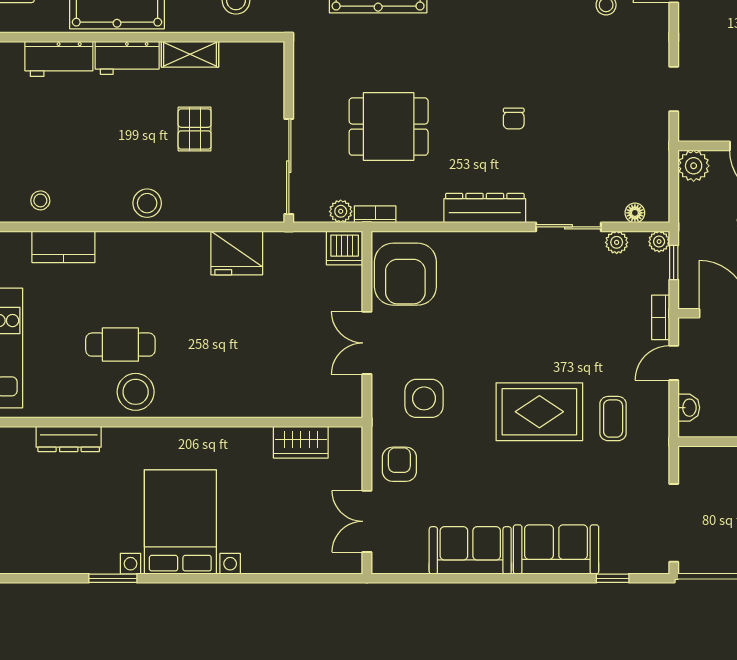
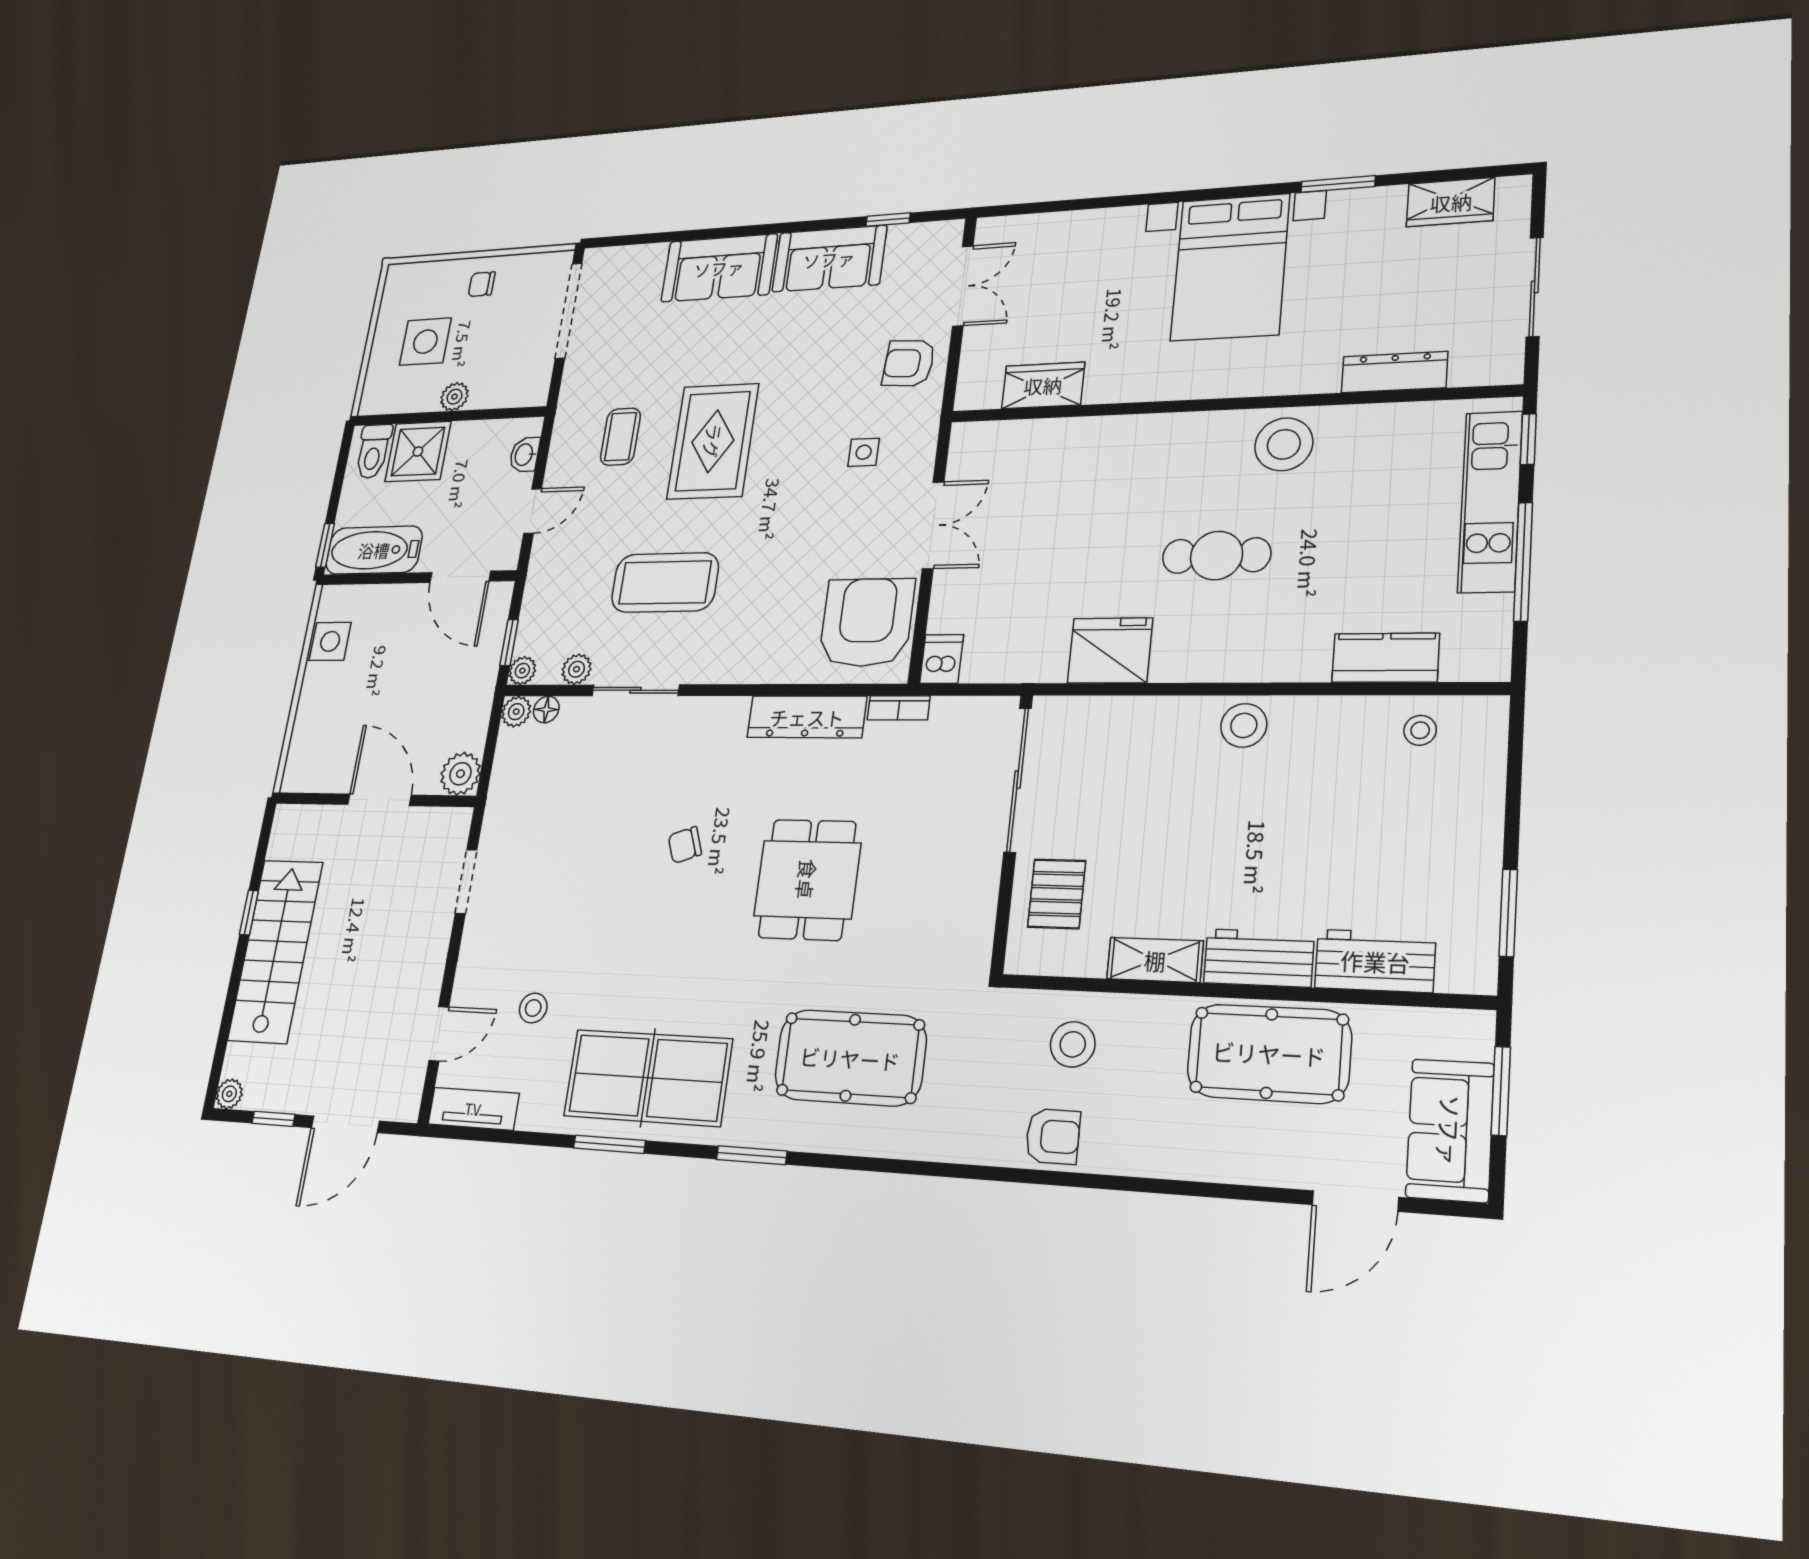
chair: (514, 119) -> (685, 845), turned -110
dining table: (389, 127) -> (807, 879), moved, turned 90
pallet: (195, 129) -> (1057, 894), moved
dresser: (485, 208) -> (807, 717), moved
plant: (341, 211) -> (516, 712), moved
dishwasher: (345, 248) -> (942, 659), width x0.73
coffee table: (559, 306) -> (665, 582), added
bookcase: (661, 317) -> (538, 570), removed
cafe table: (120, 345) -> (1216, 556), moved
side table: (424, 398) -> (864, 452), width x0.54, depth x0.54
rug: (539, 412) -> (713, 441), turned 90
armchair: (399, 464) -> (909, 363), turned 94
wardrobe: (40, 558) -> (1451, 202), added
window: (613, 578) -> (888, 220), moved

